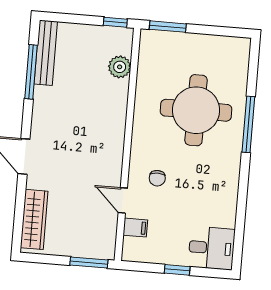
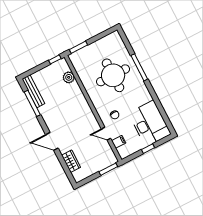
wardrobe: (34, 219) -> (71, 161), width x0.67
desk: (212, 248) -> (150, 124), width x1.87, depth x1.30

